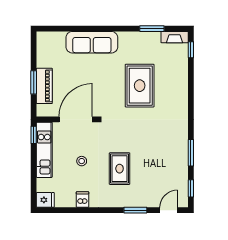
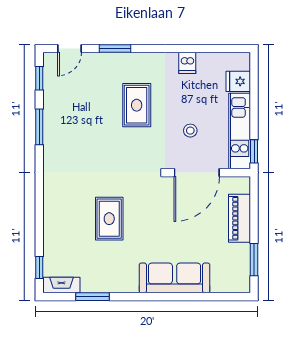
window: (34, 82) -> (254, 260), moved
rug: (140, 86) -> (109, 219), width x0.73, depth x0.70
stool: (82, 161) -> (190, 131), moved
fridge: (45, 200) -> (238, 81), moved

